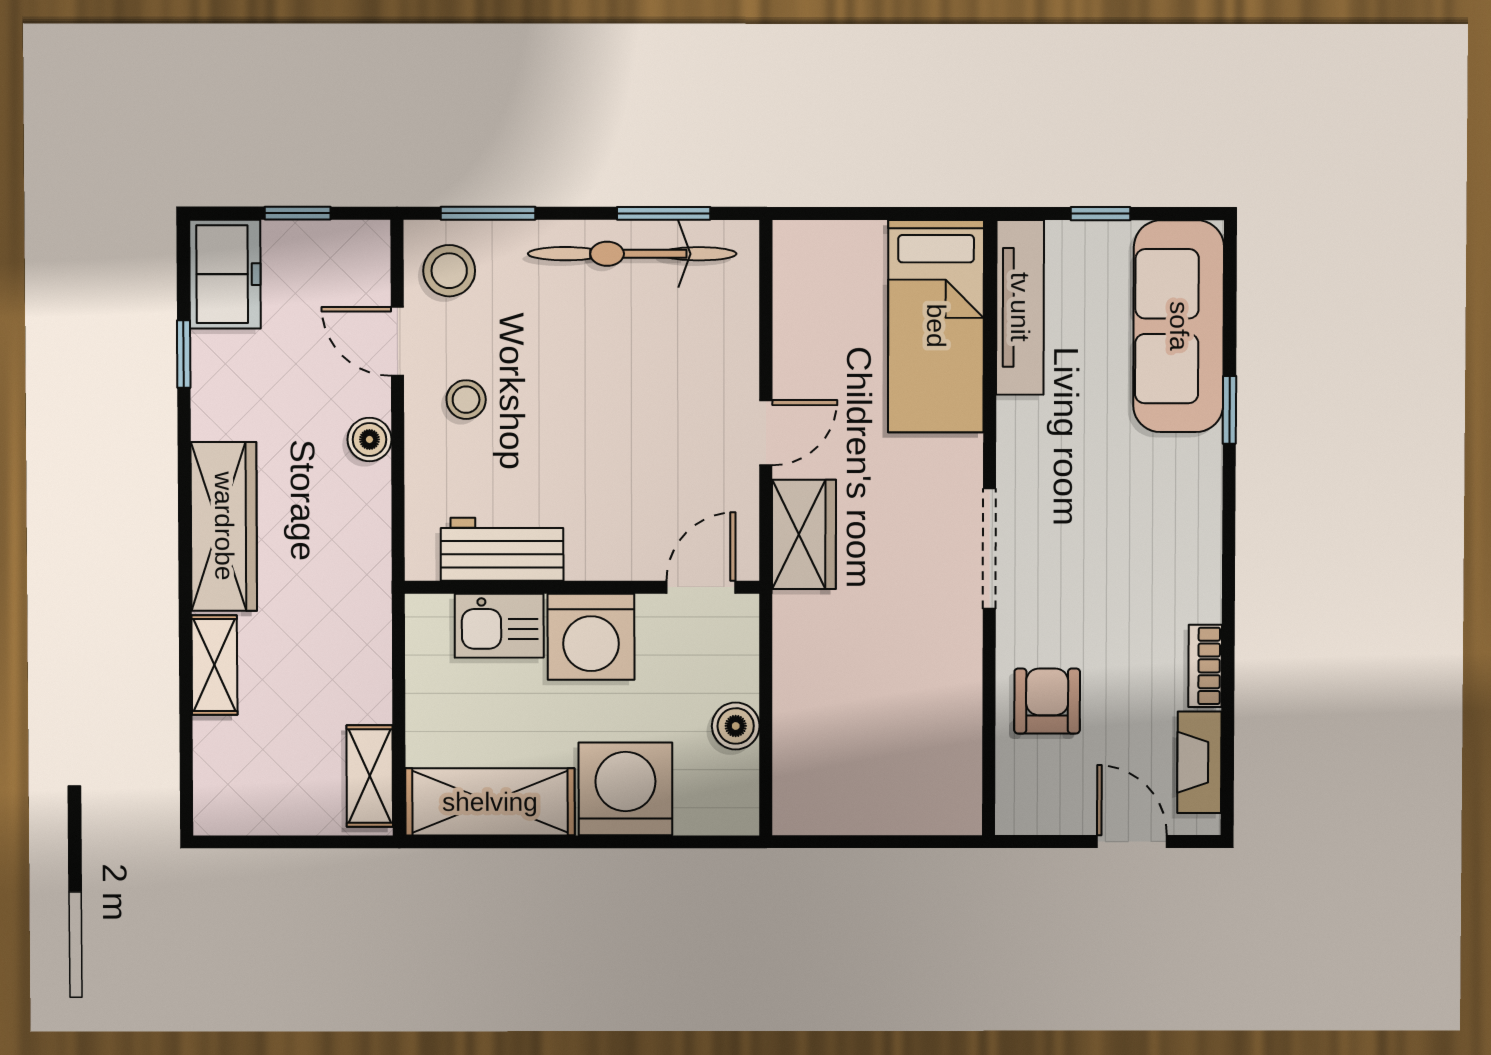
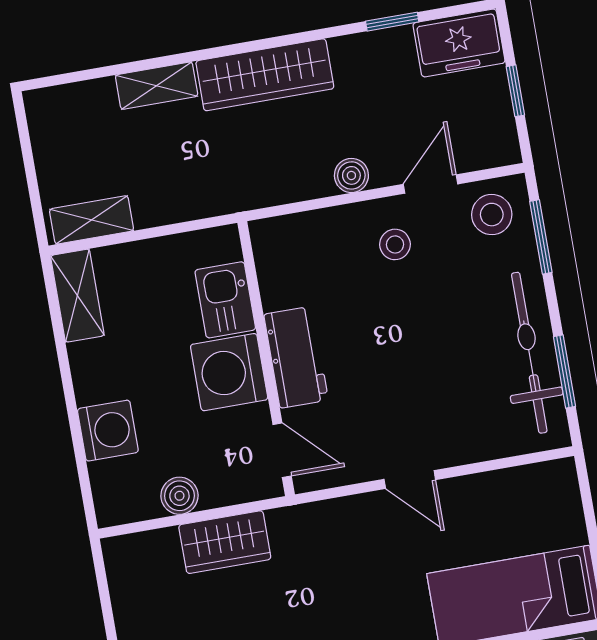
wardrobe: (804, 534) -> (225, 542), moved
workbench: (502, 549) -> (296, 357), moved
washing machine: (625, 789) -> (108, 431), width x0.73, depth x0.73
shelving: (490, 802) -> (77, 296), width x0.67, depth x0.75

